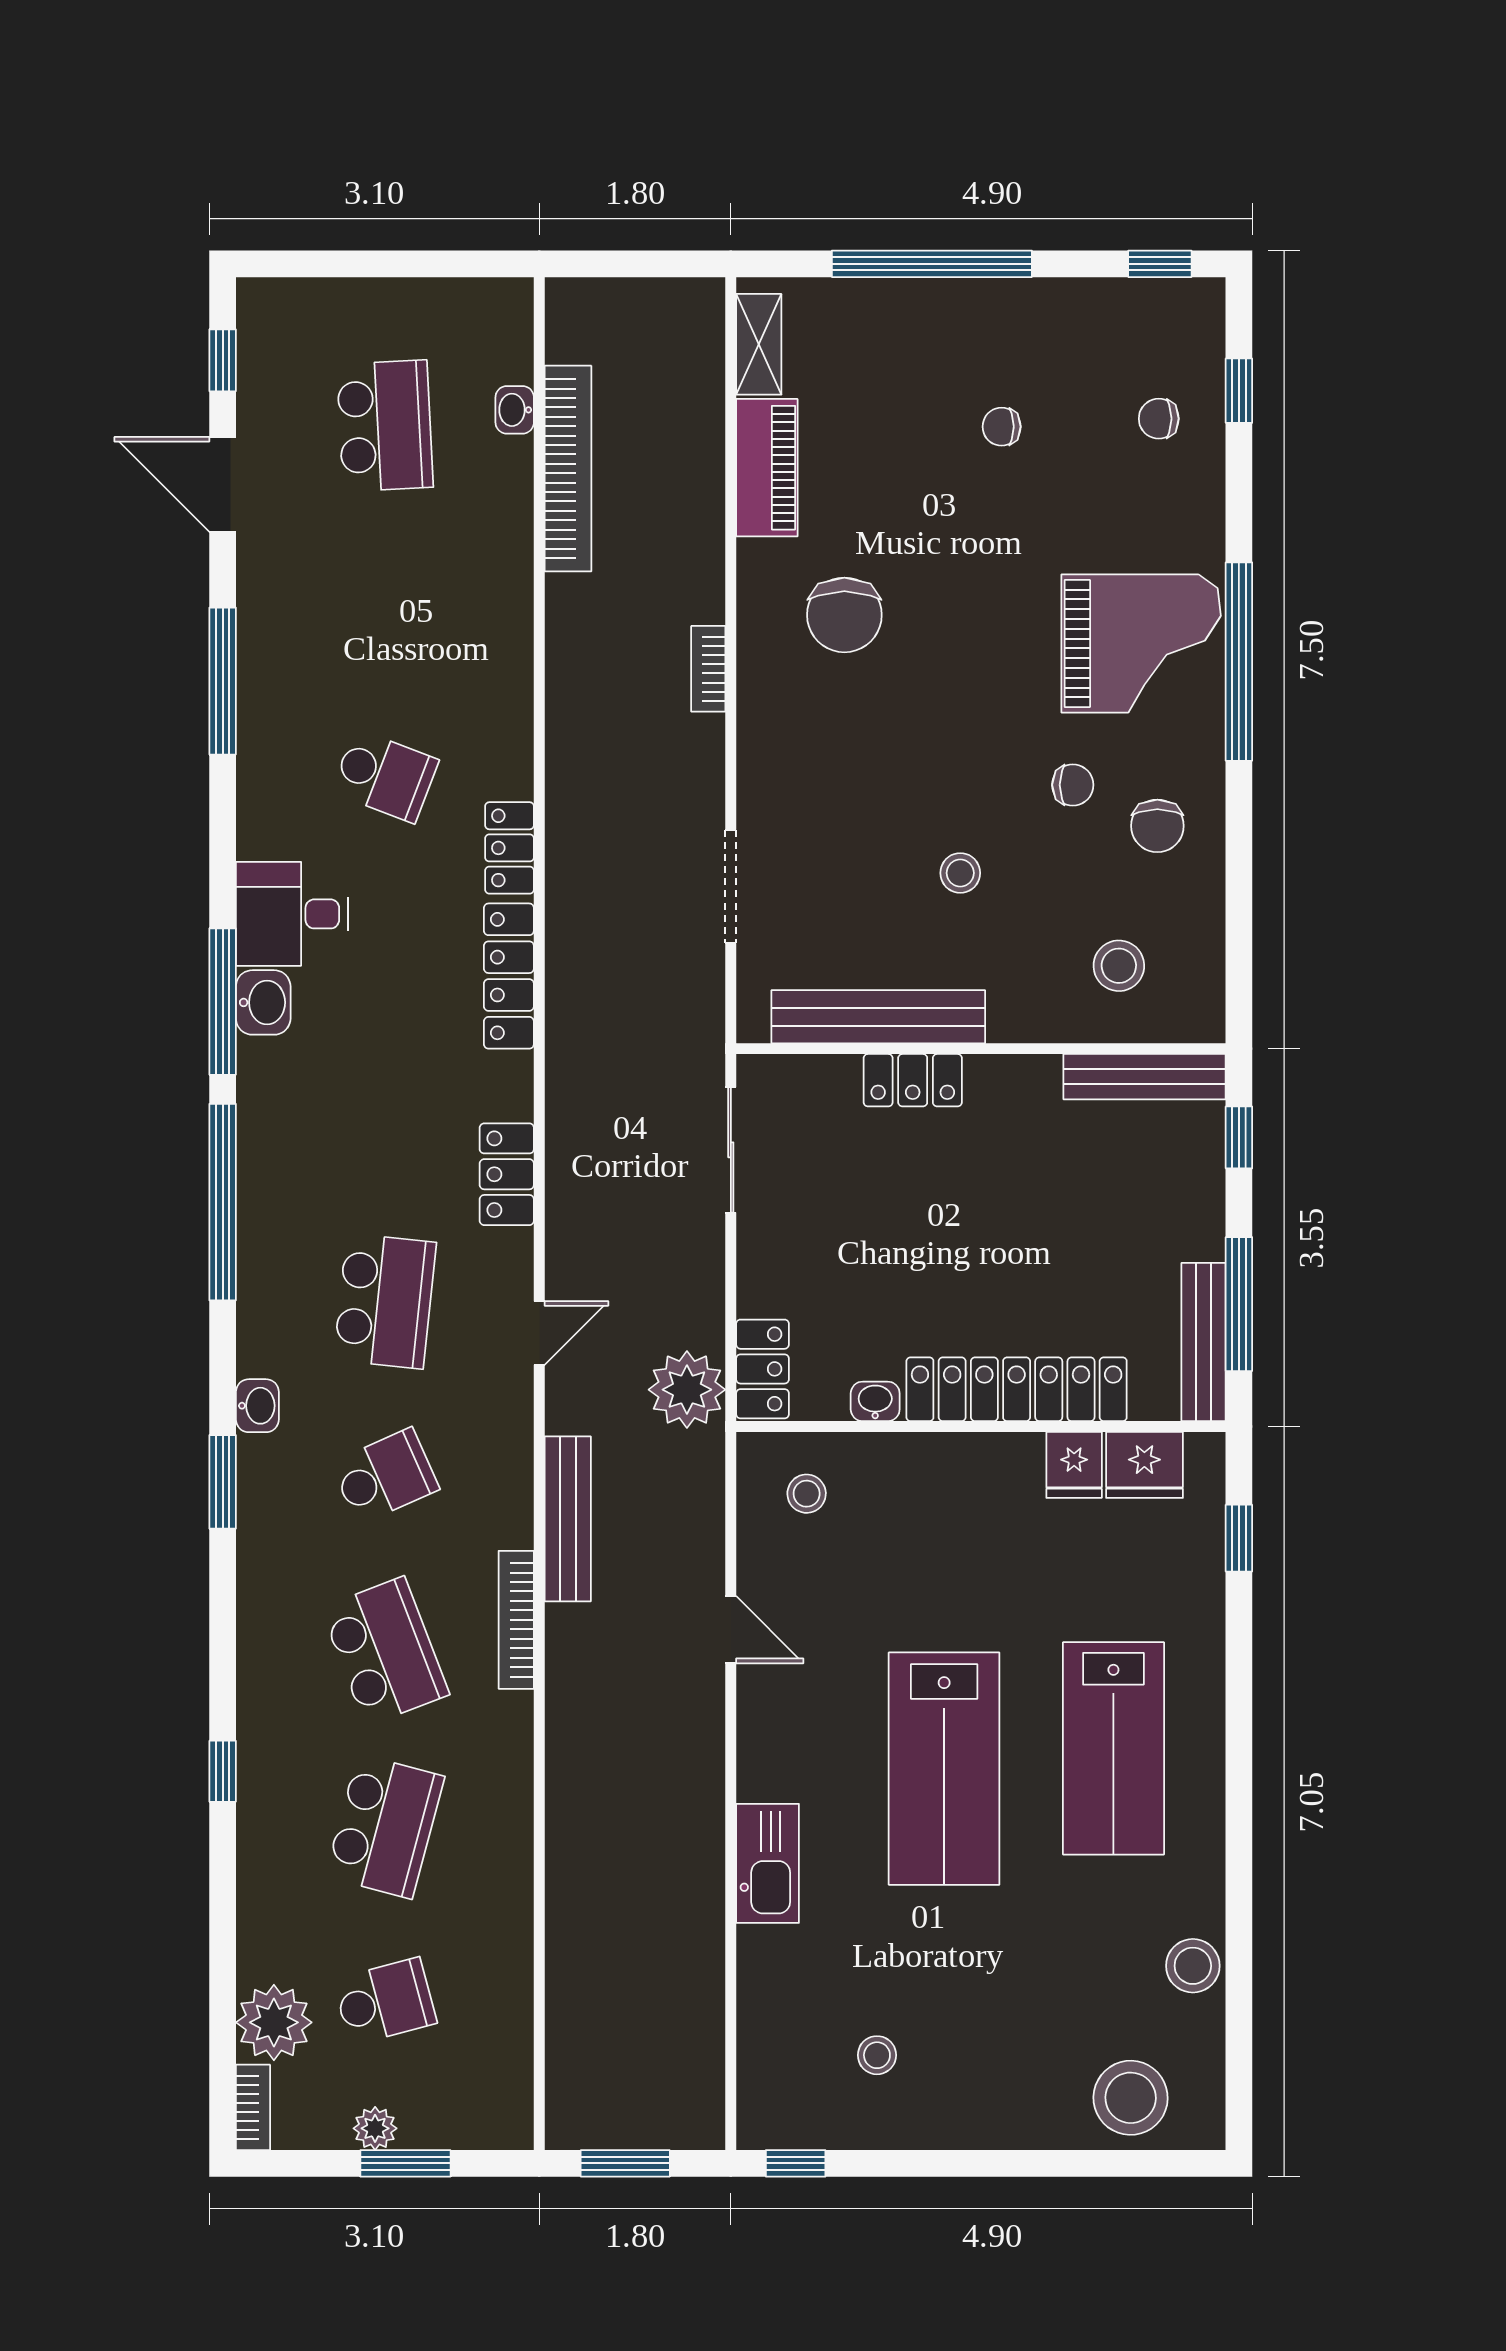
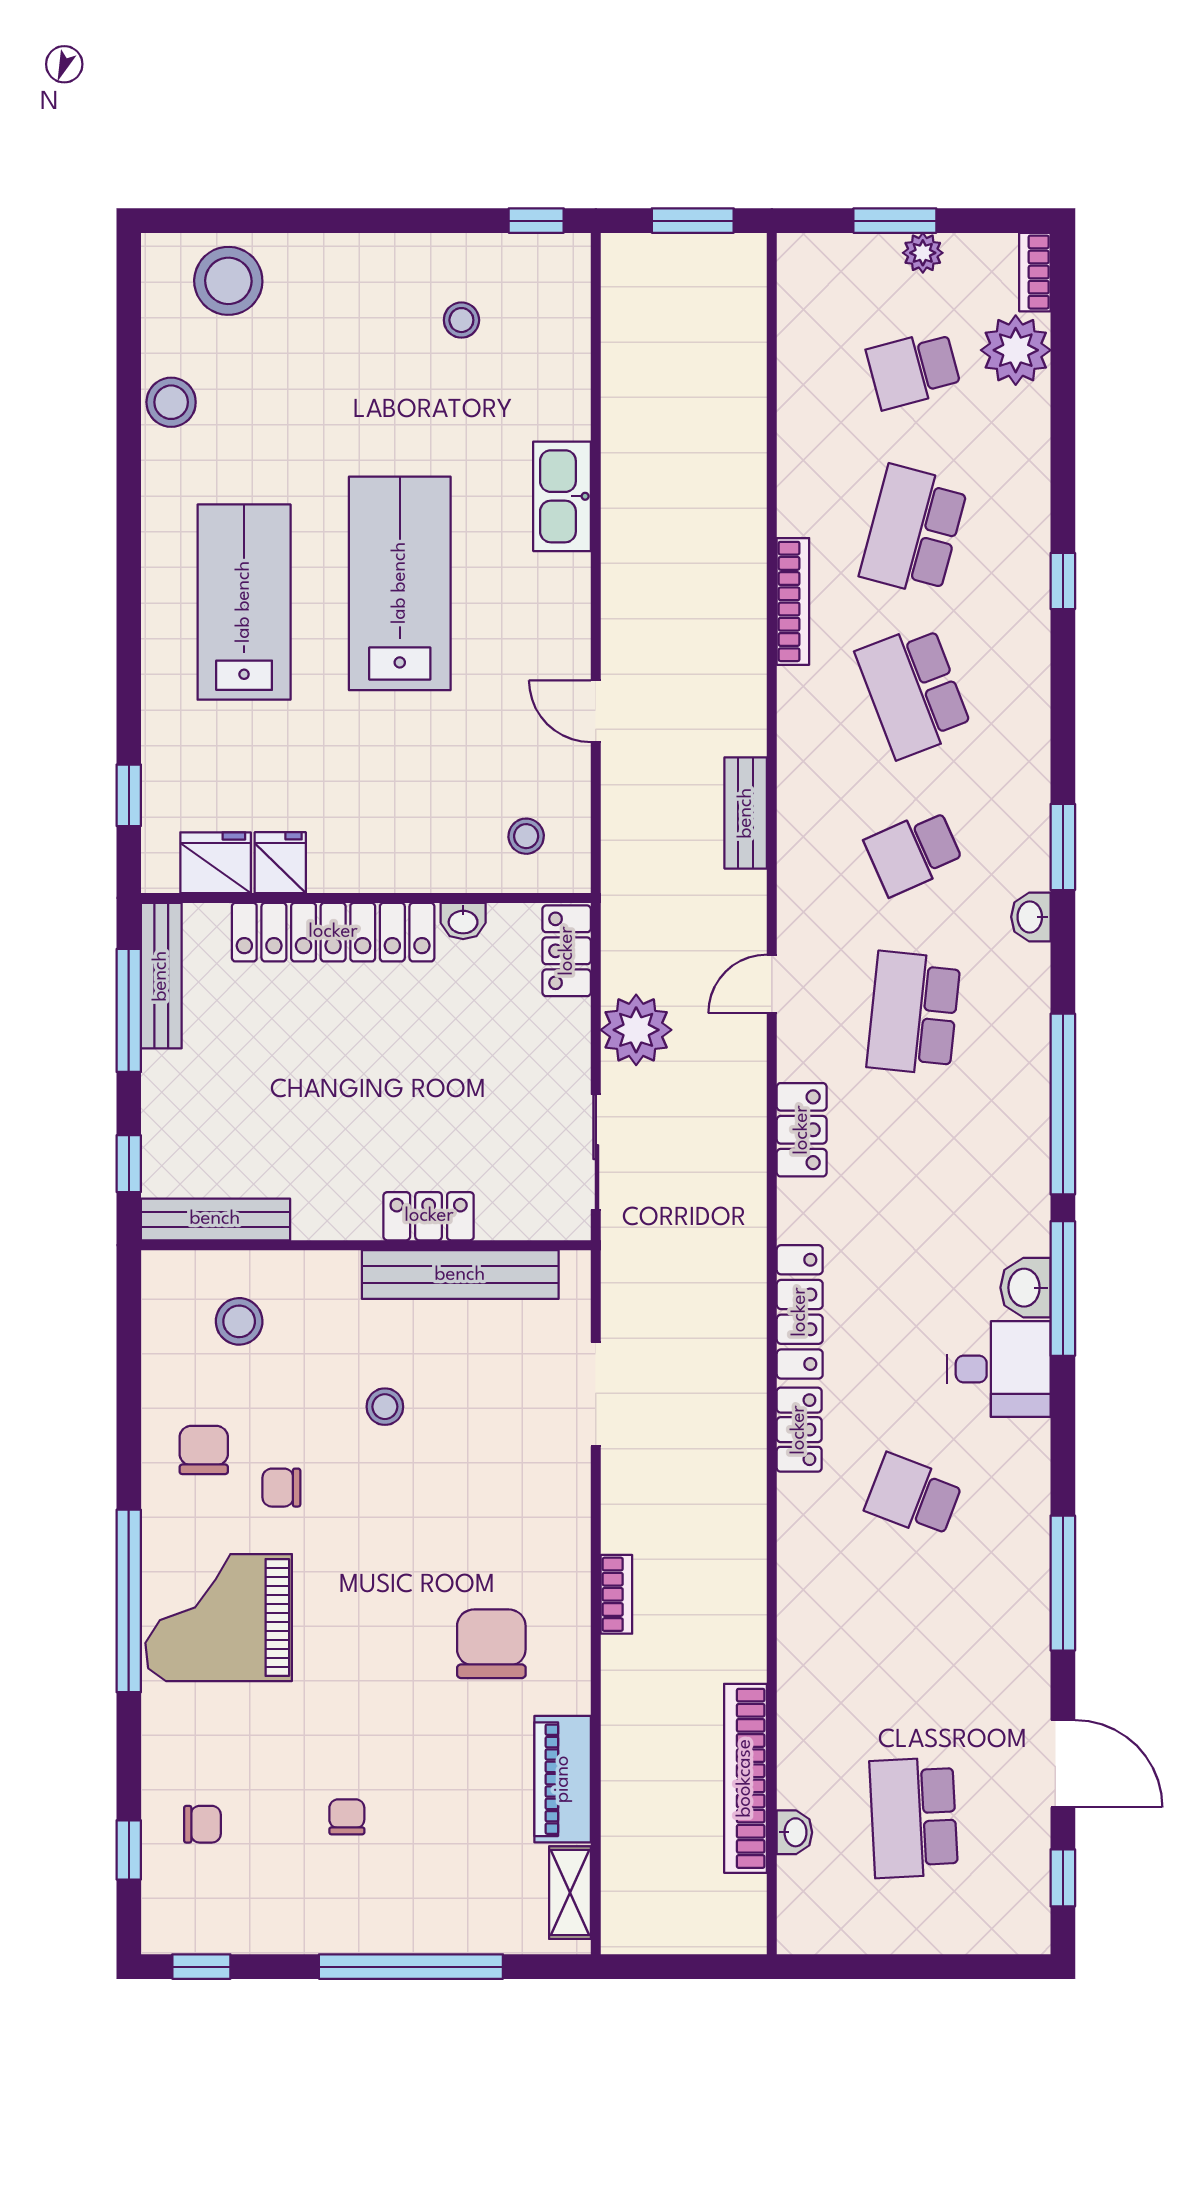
chair: (1002, 427) -> (347, 1817), turned -90
plant: (687, 1390) -> (636, 1030), moved
bench: (568, 1519) -> (746, 813), width x0.73
bookcase: (516, 1620) -> (793, 601), moved

